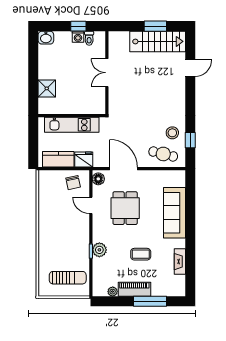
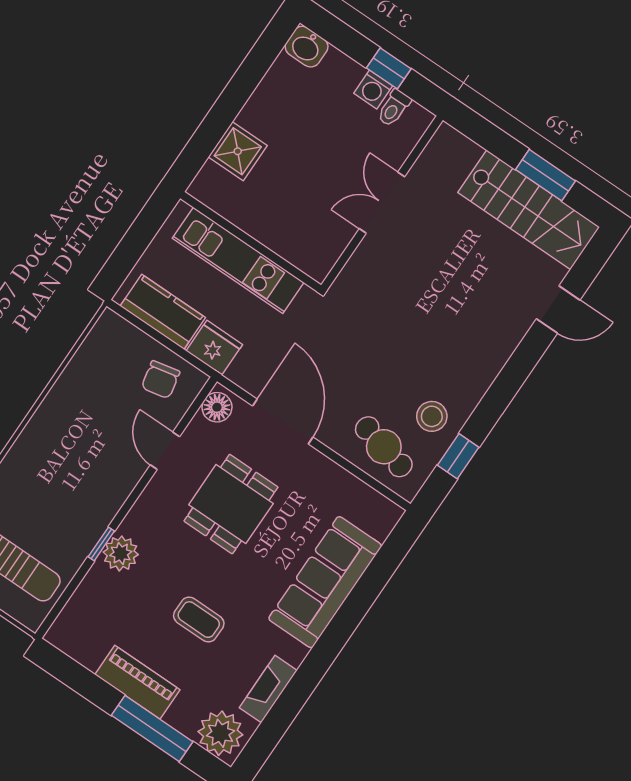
plant: (113, 292) -> (220, 733), moved, width x1.88, depth x1.88

